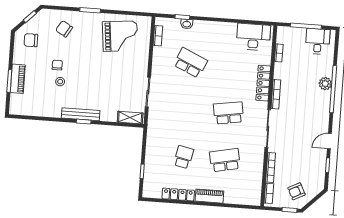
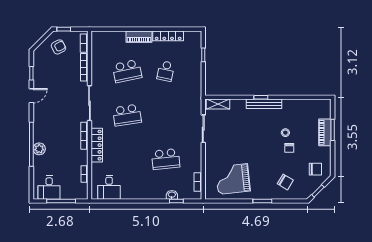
desk: (253, 37) -> (109, 187), width x0.73
school desk: (191, 63) -> (166, 159), turned -30

